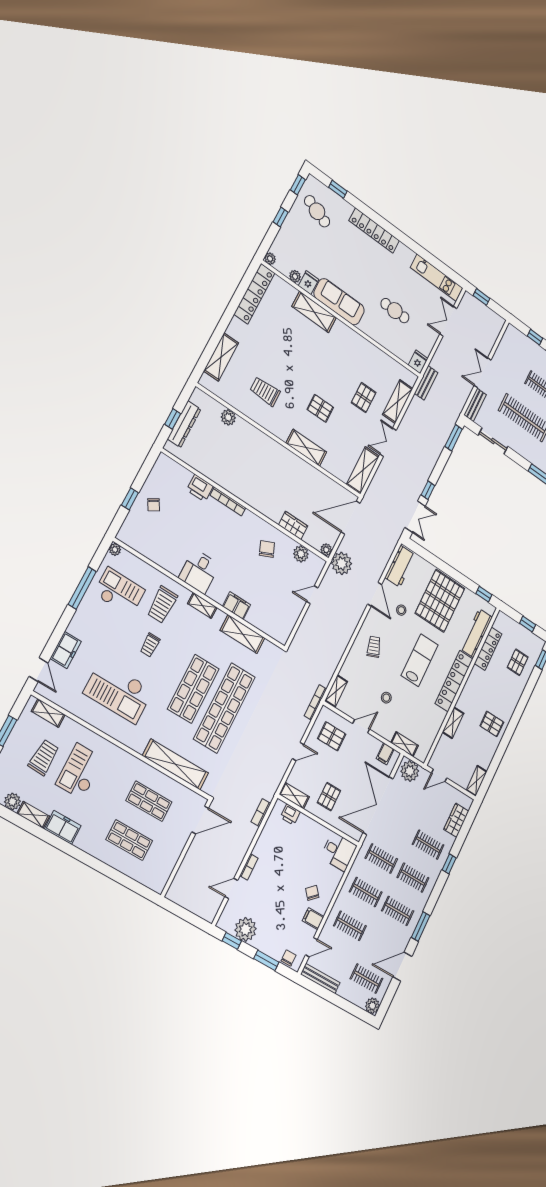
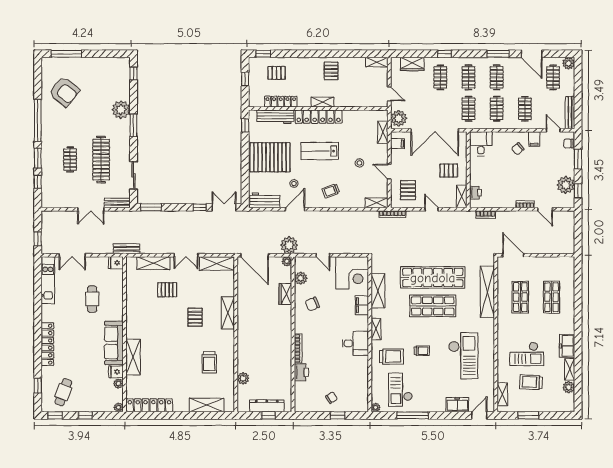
corner desk: (277, 616) -> (352, 273), added
shelving: (453, 723) -> (322, 102), moved

